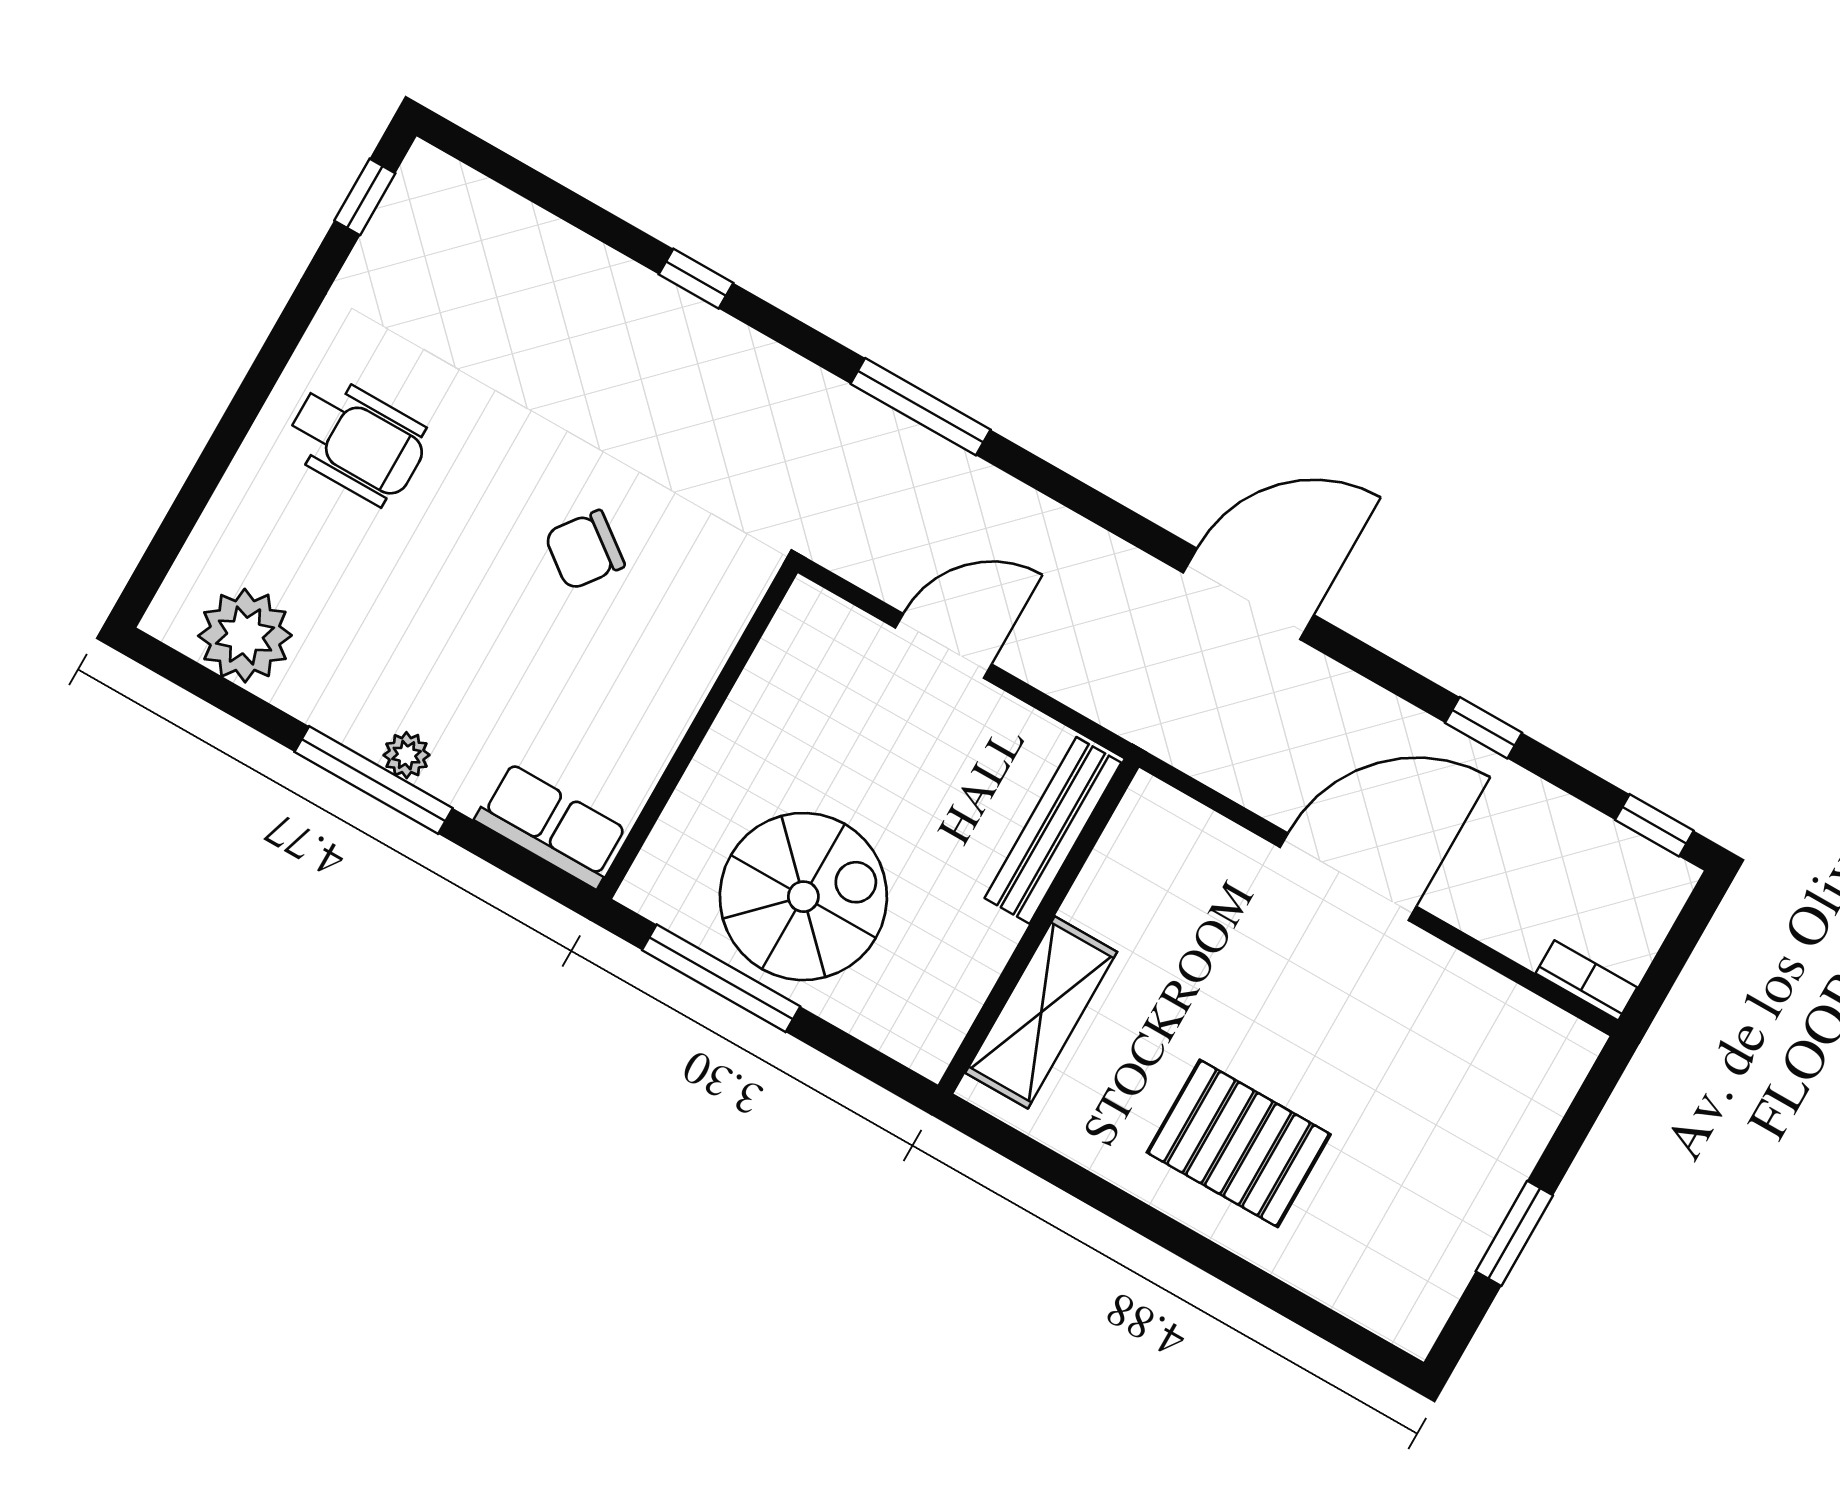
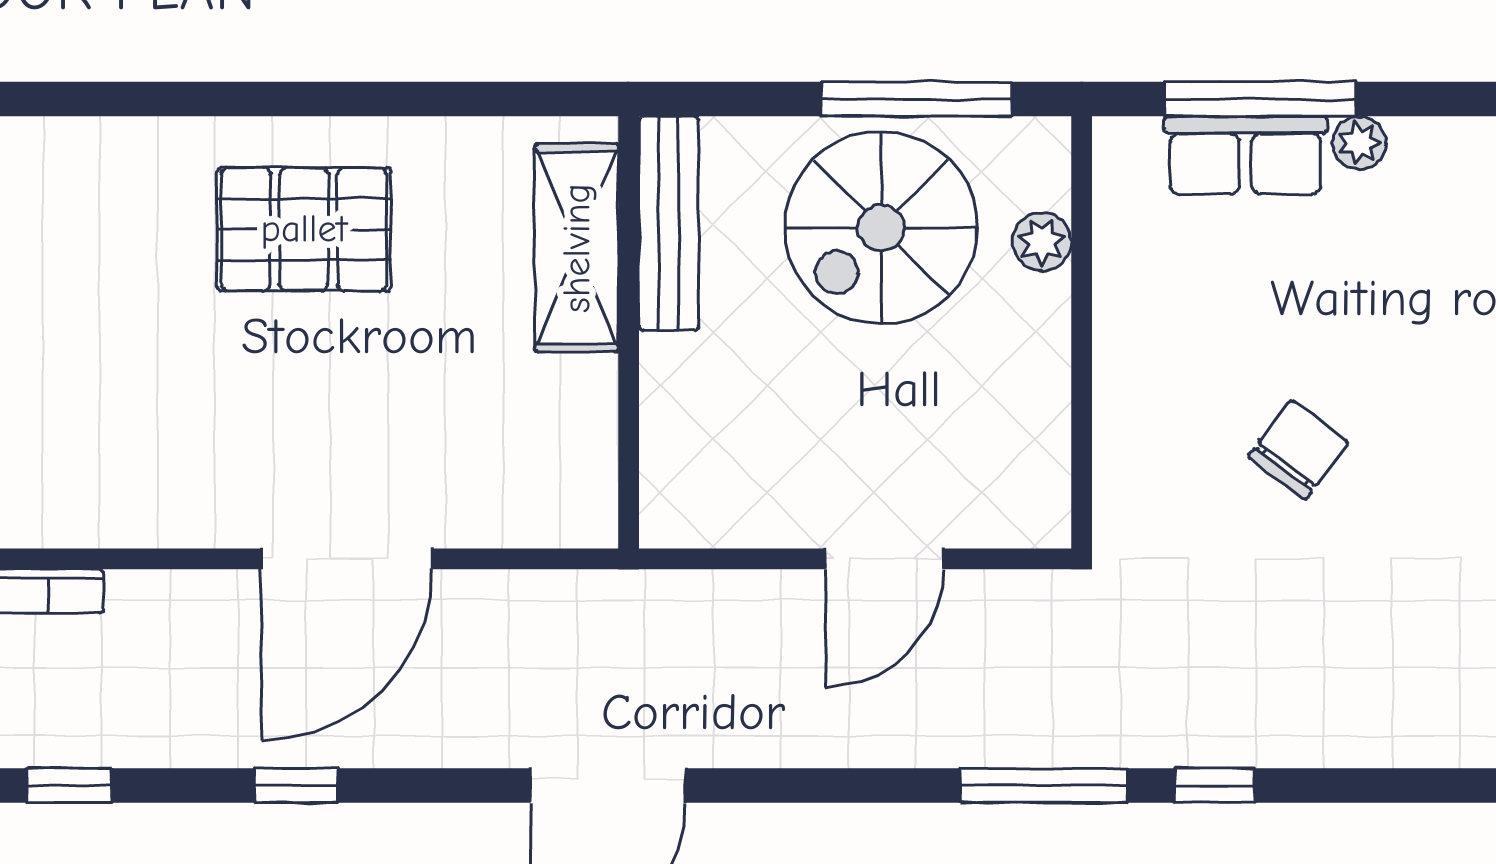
window: (696, 279) -> (1214, 785), moved
window: (374, 780) -> (1260, 99), moved
plant: (688, 817) -> (1042, 242), added
row of seats: (552, 825) -> (1246, 155), moved
bench: (1053, 830) -> (669, 223), moved

